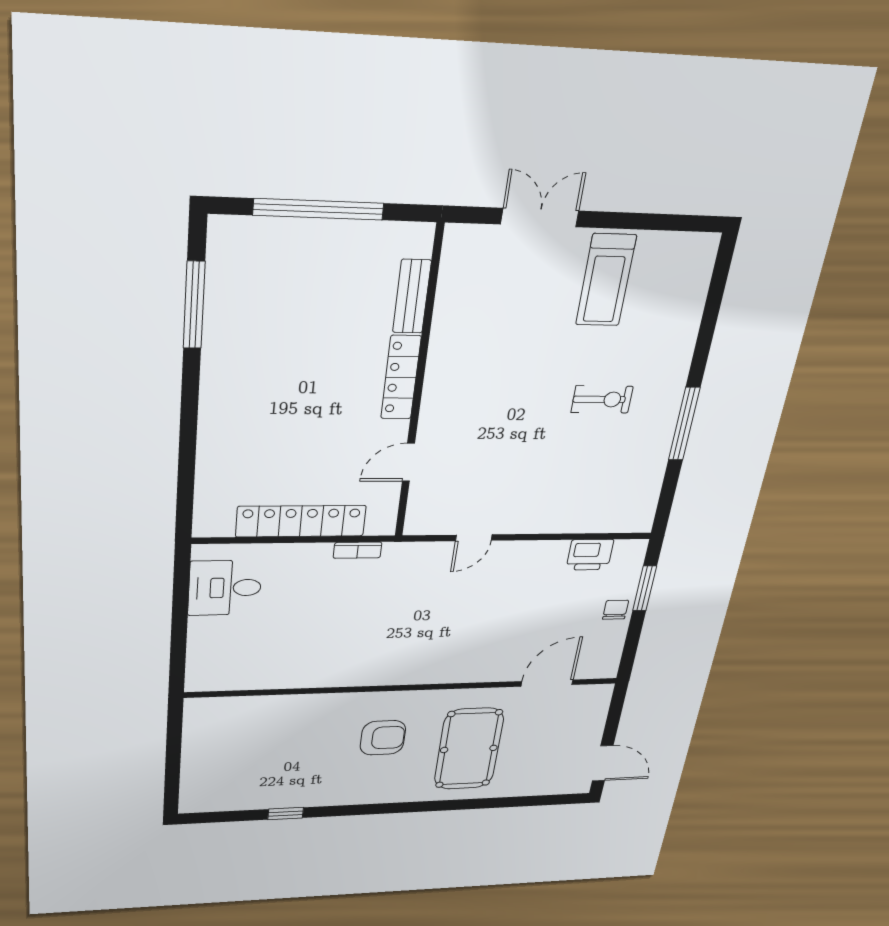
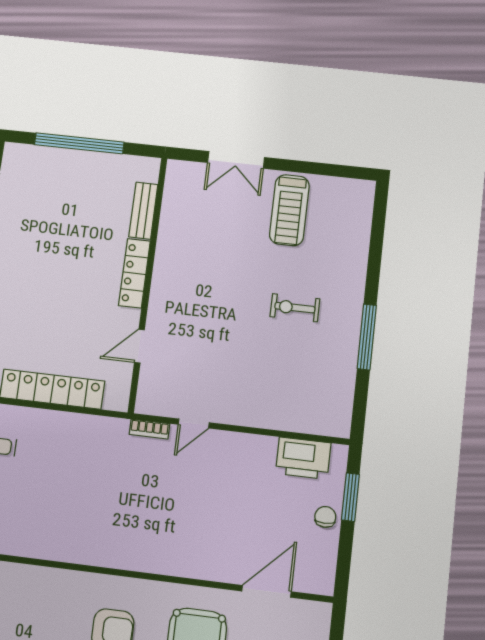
double door: (540, 218) -> (236, 160), swing flipped
exercise bike: (602, 399) -> (295, 308), turned 180
bookcase: (358, 550) -> (149, 429), moved
printer: (590, 555) -> (303, 458), width x1.37, depth x1.19

